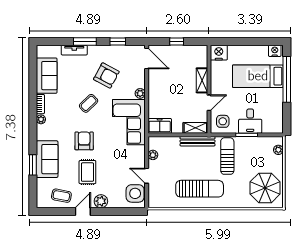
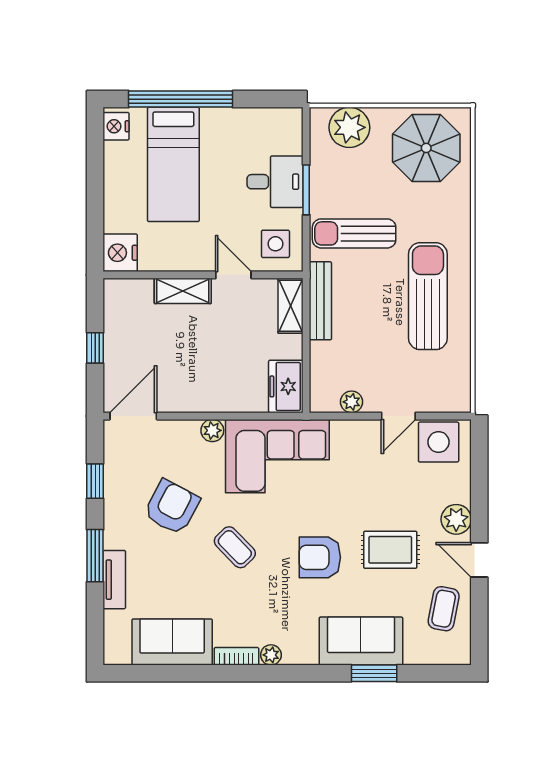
plant: (278, 150) -> (349, 127), width x1.87, depth x1.87

